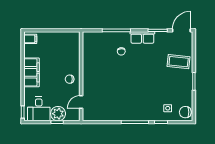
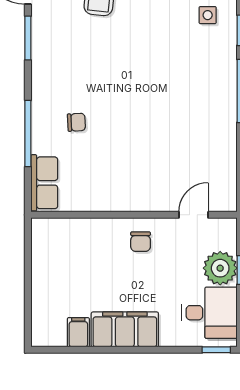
row of seats: (142, 37) -> (44, 183), moved
filing cabinet: (30, 39) -> (78, 332), moved
door: (81, 102) -> (193, 215), swing flipped

